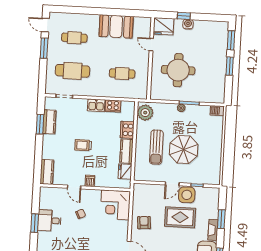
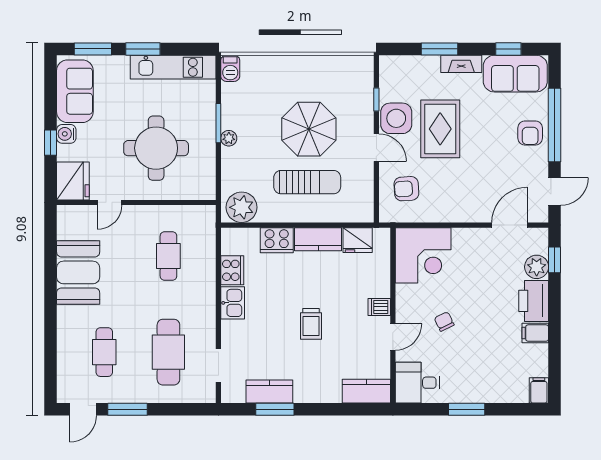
sofa: (210, 30) -> (75, 91), added
kitchen unit: (219, 81) -> (173, 67), added
desk: (49, 221) -> (417, 383), moved, turned 90
armchair: (144, 223) -> (406, 189), moved

